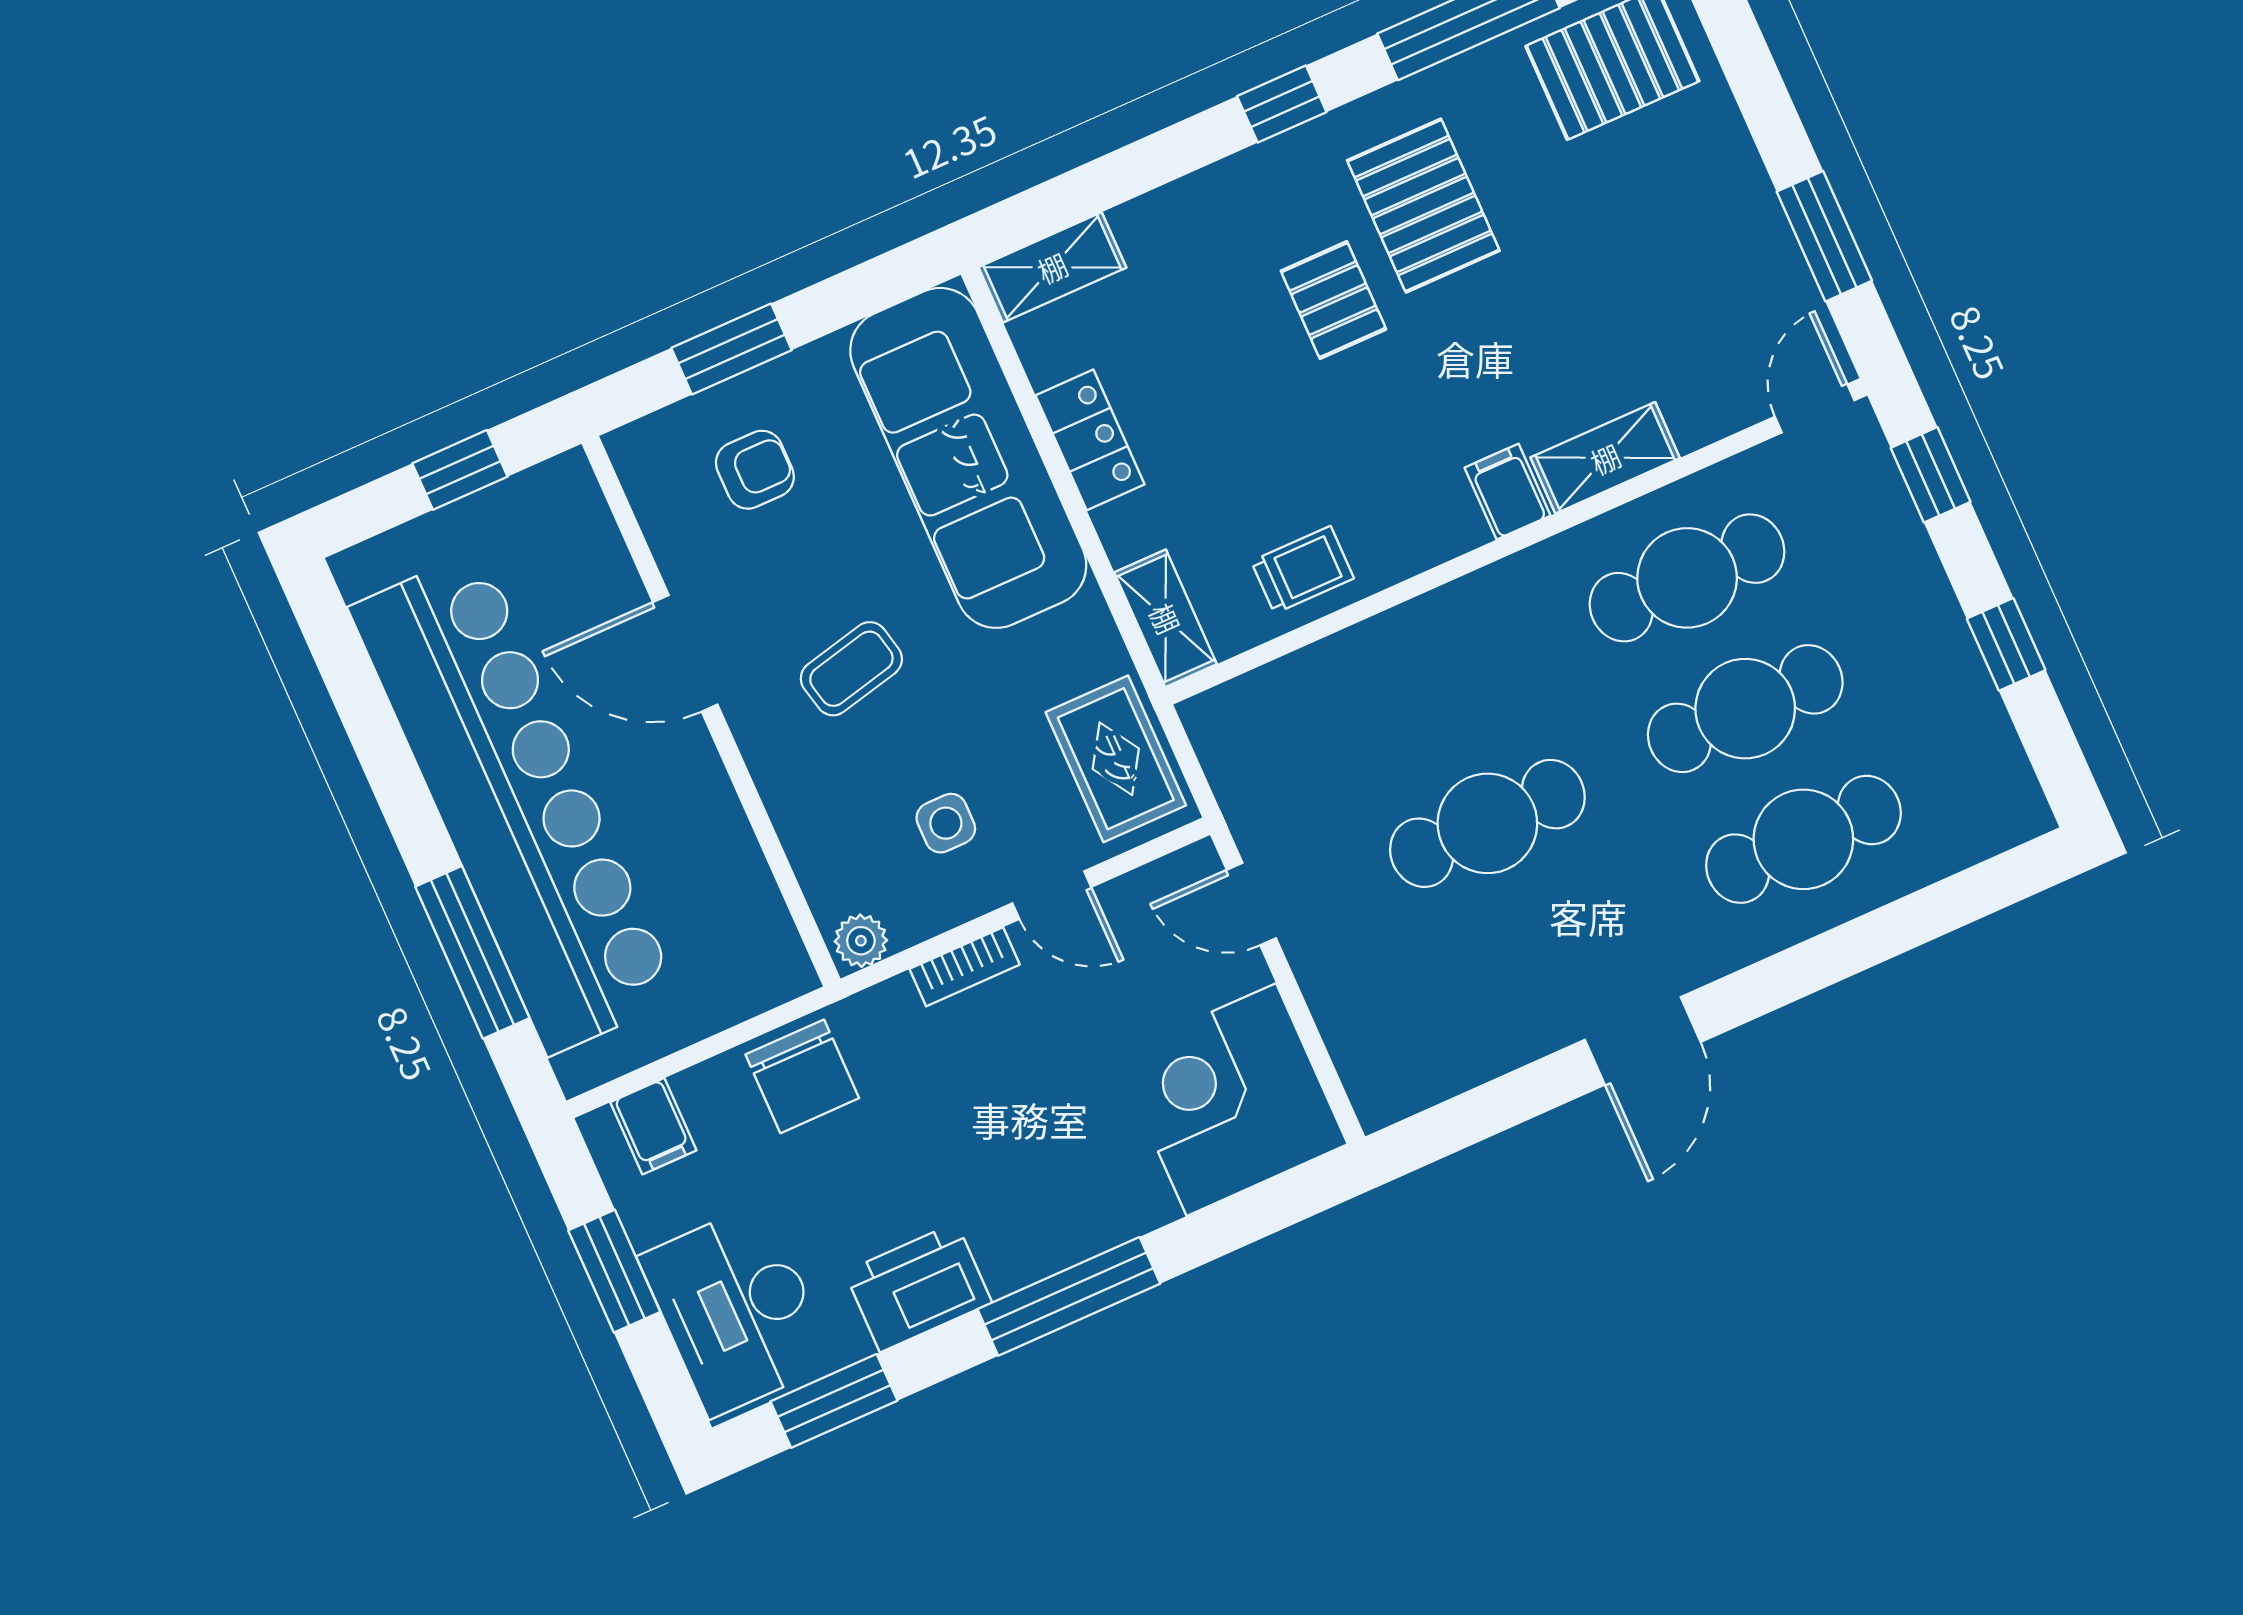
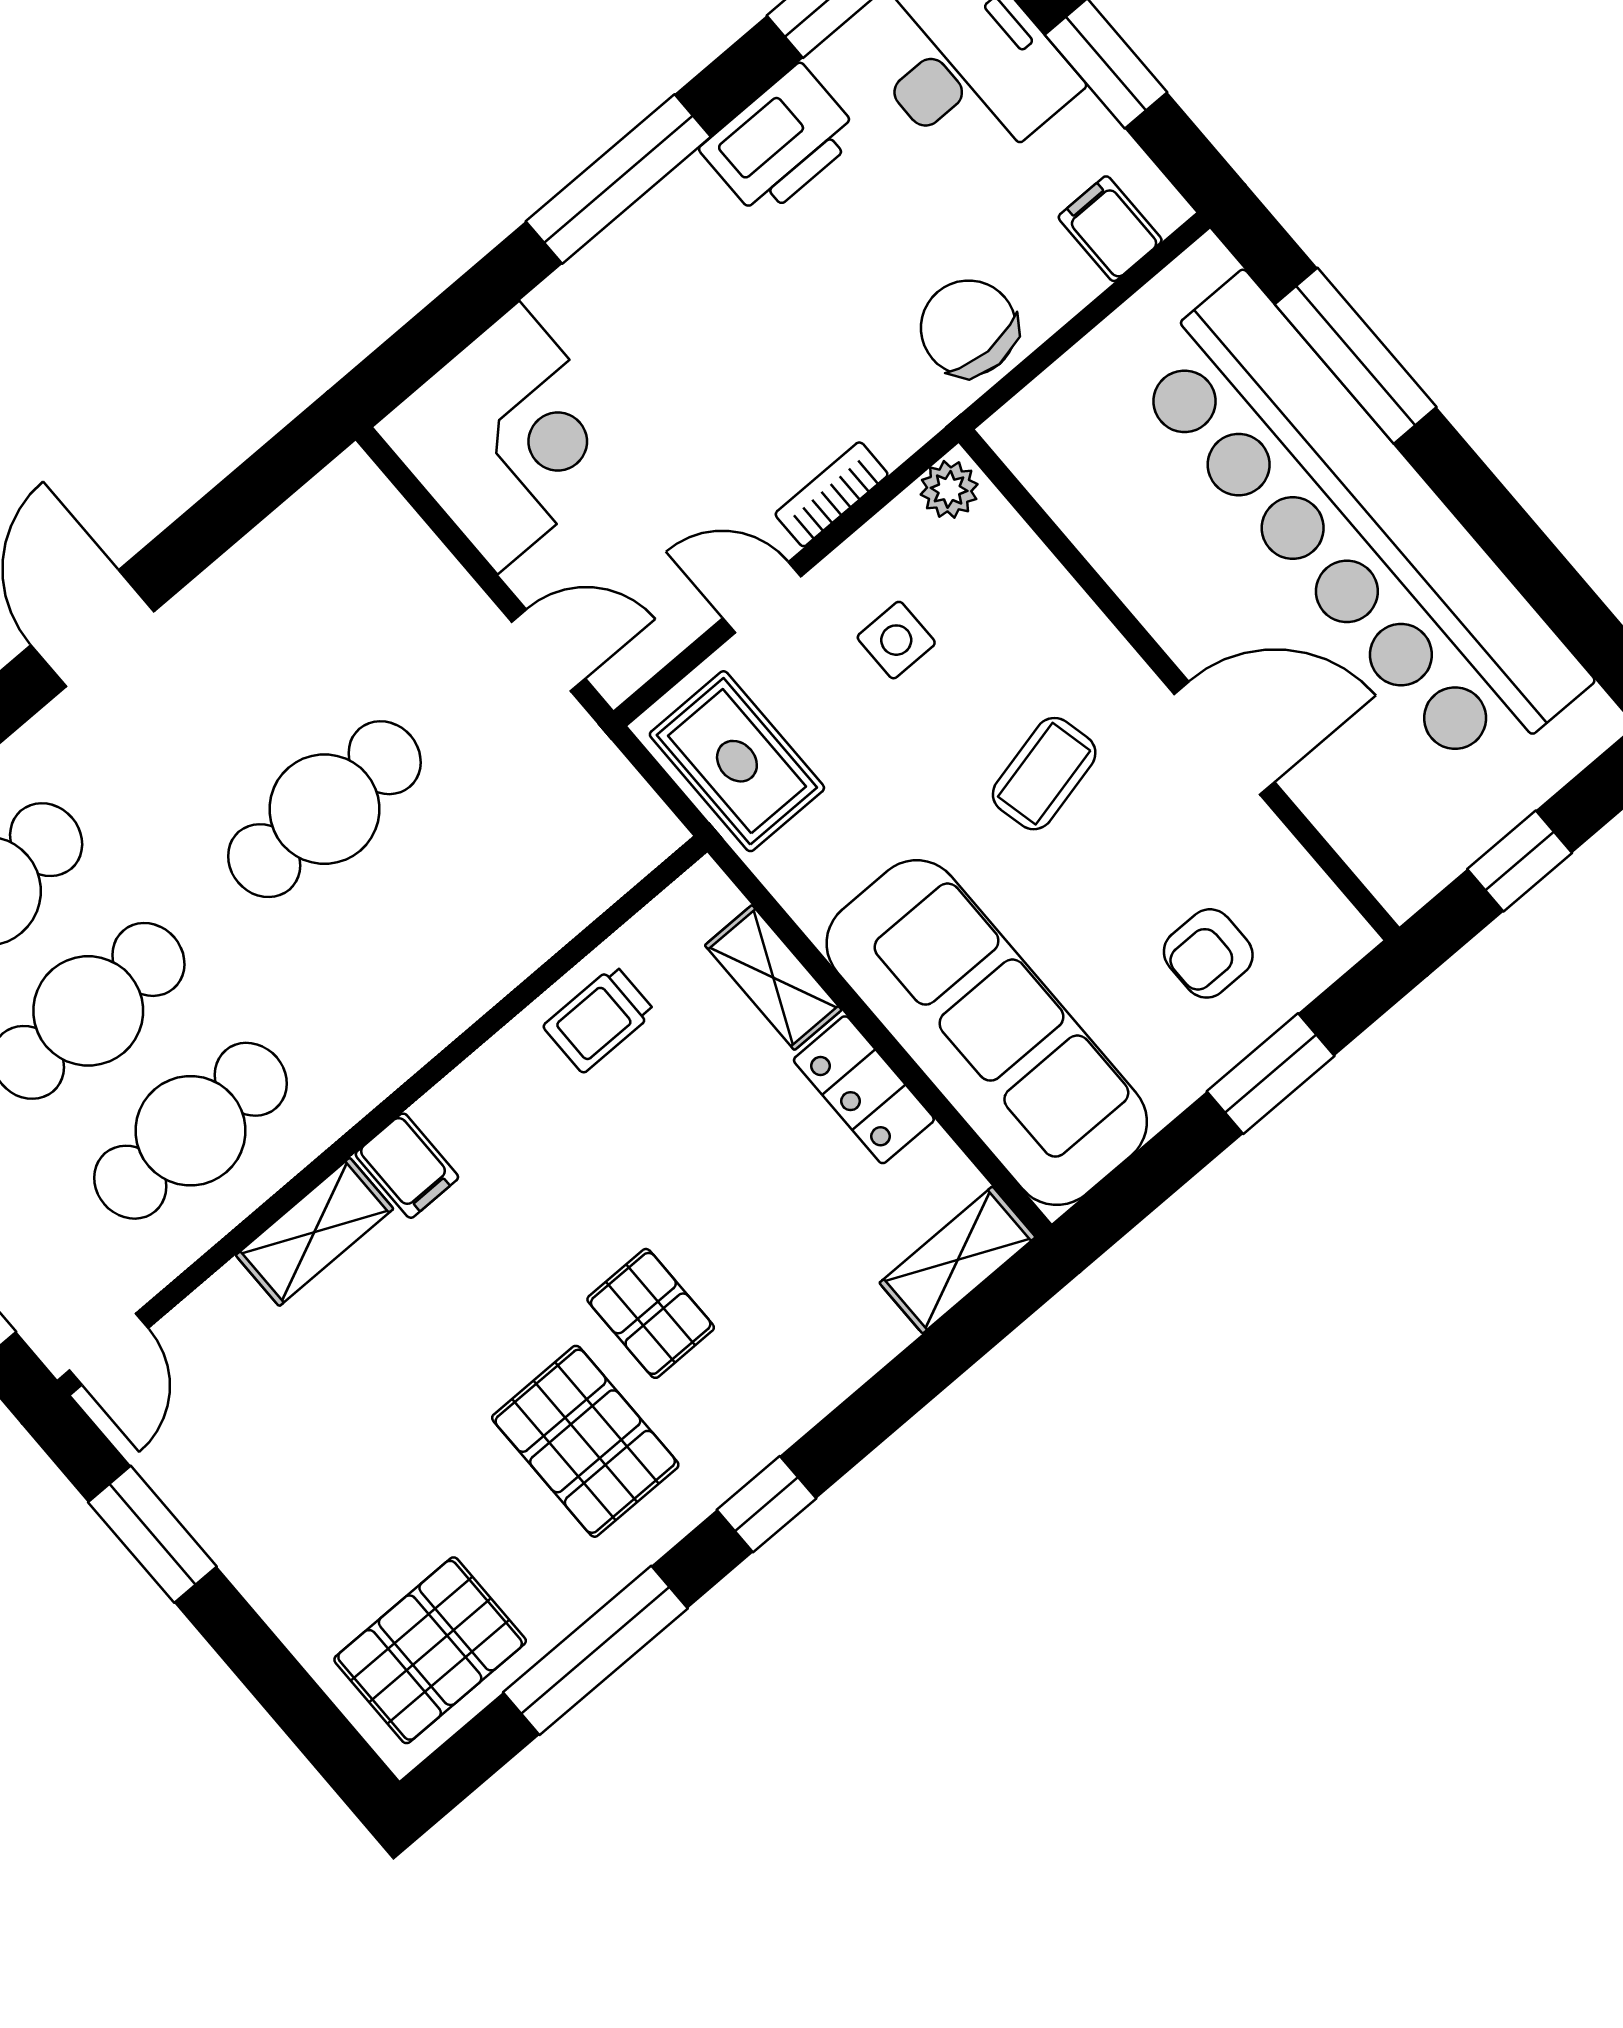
shelving: (1166, 618) -> (773, 978), moved

